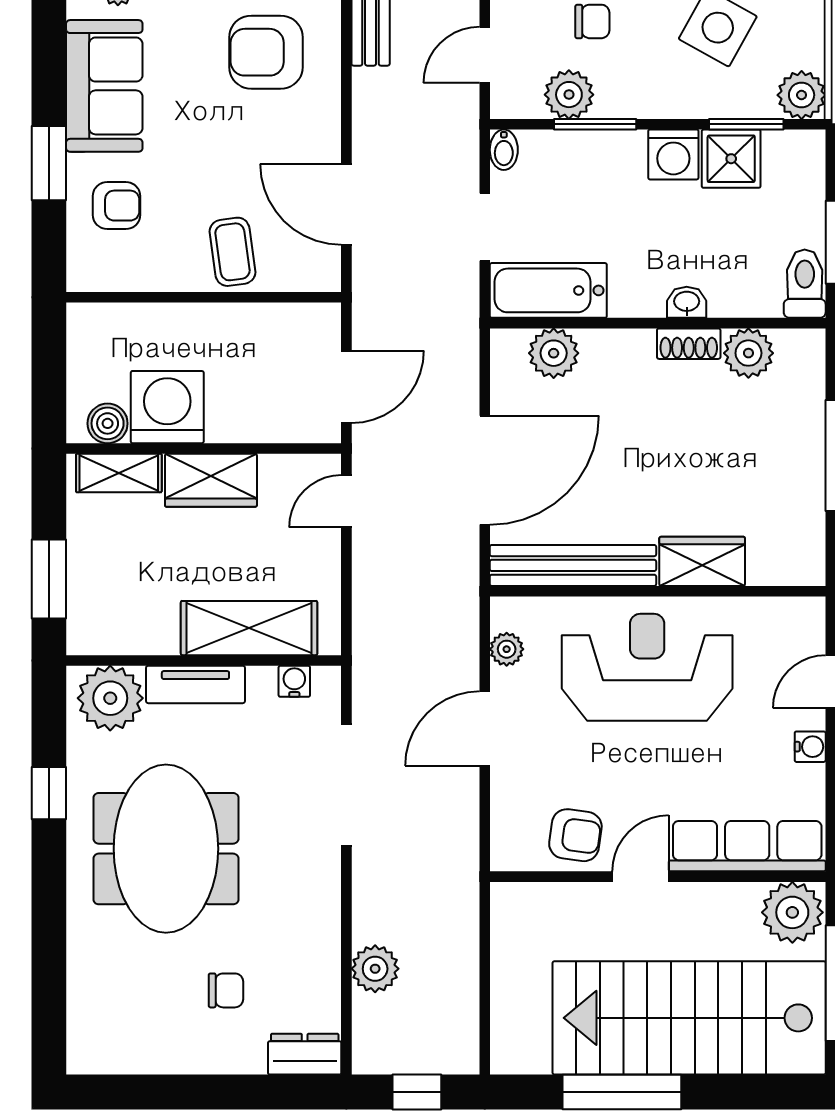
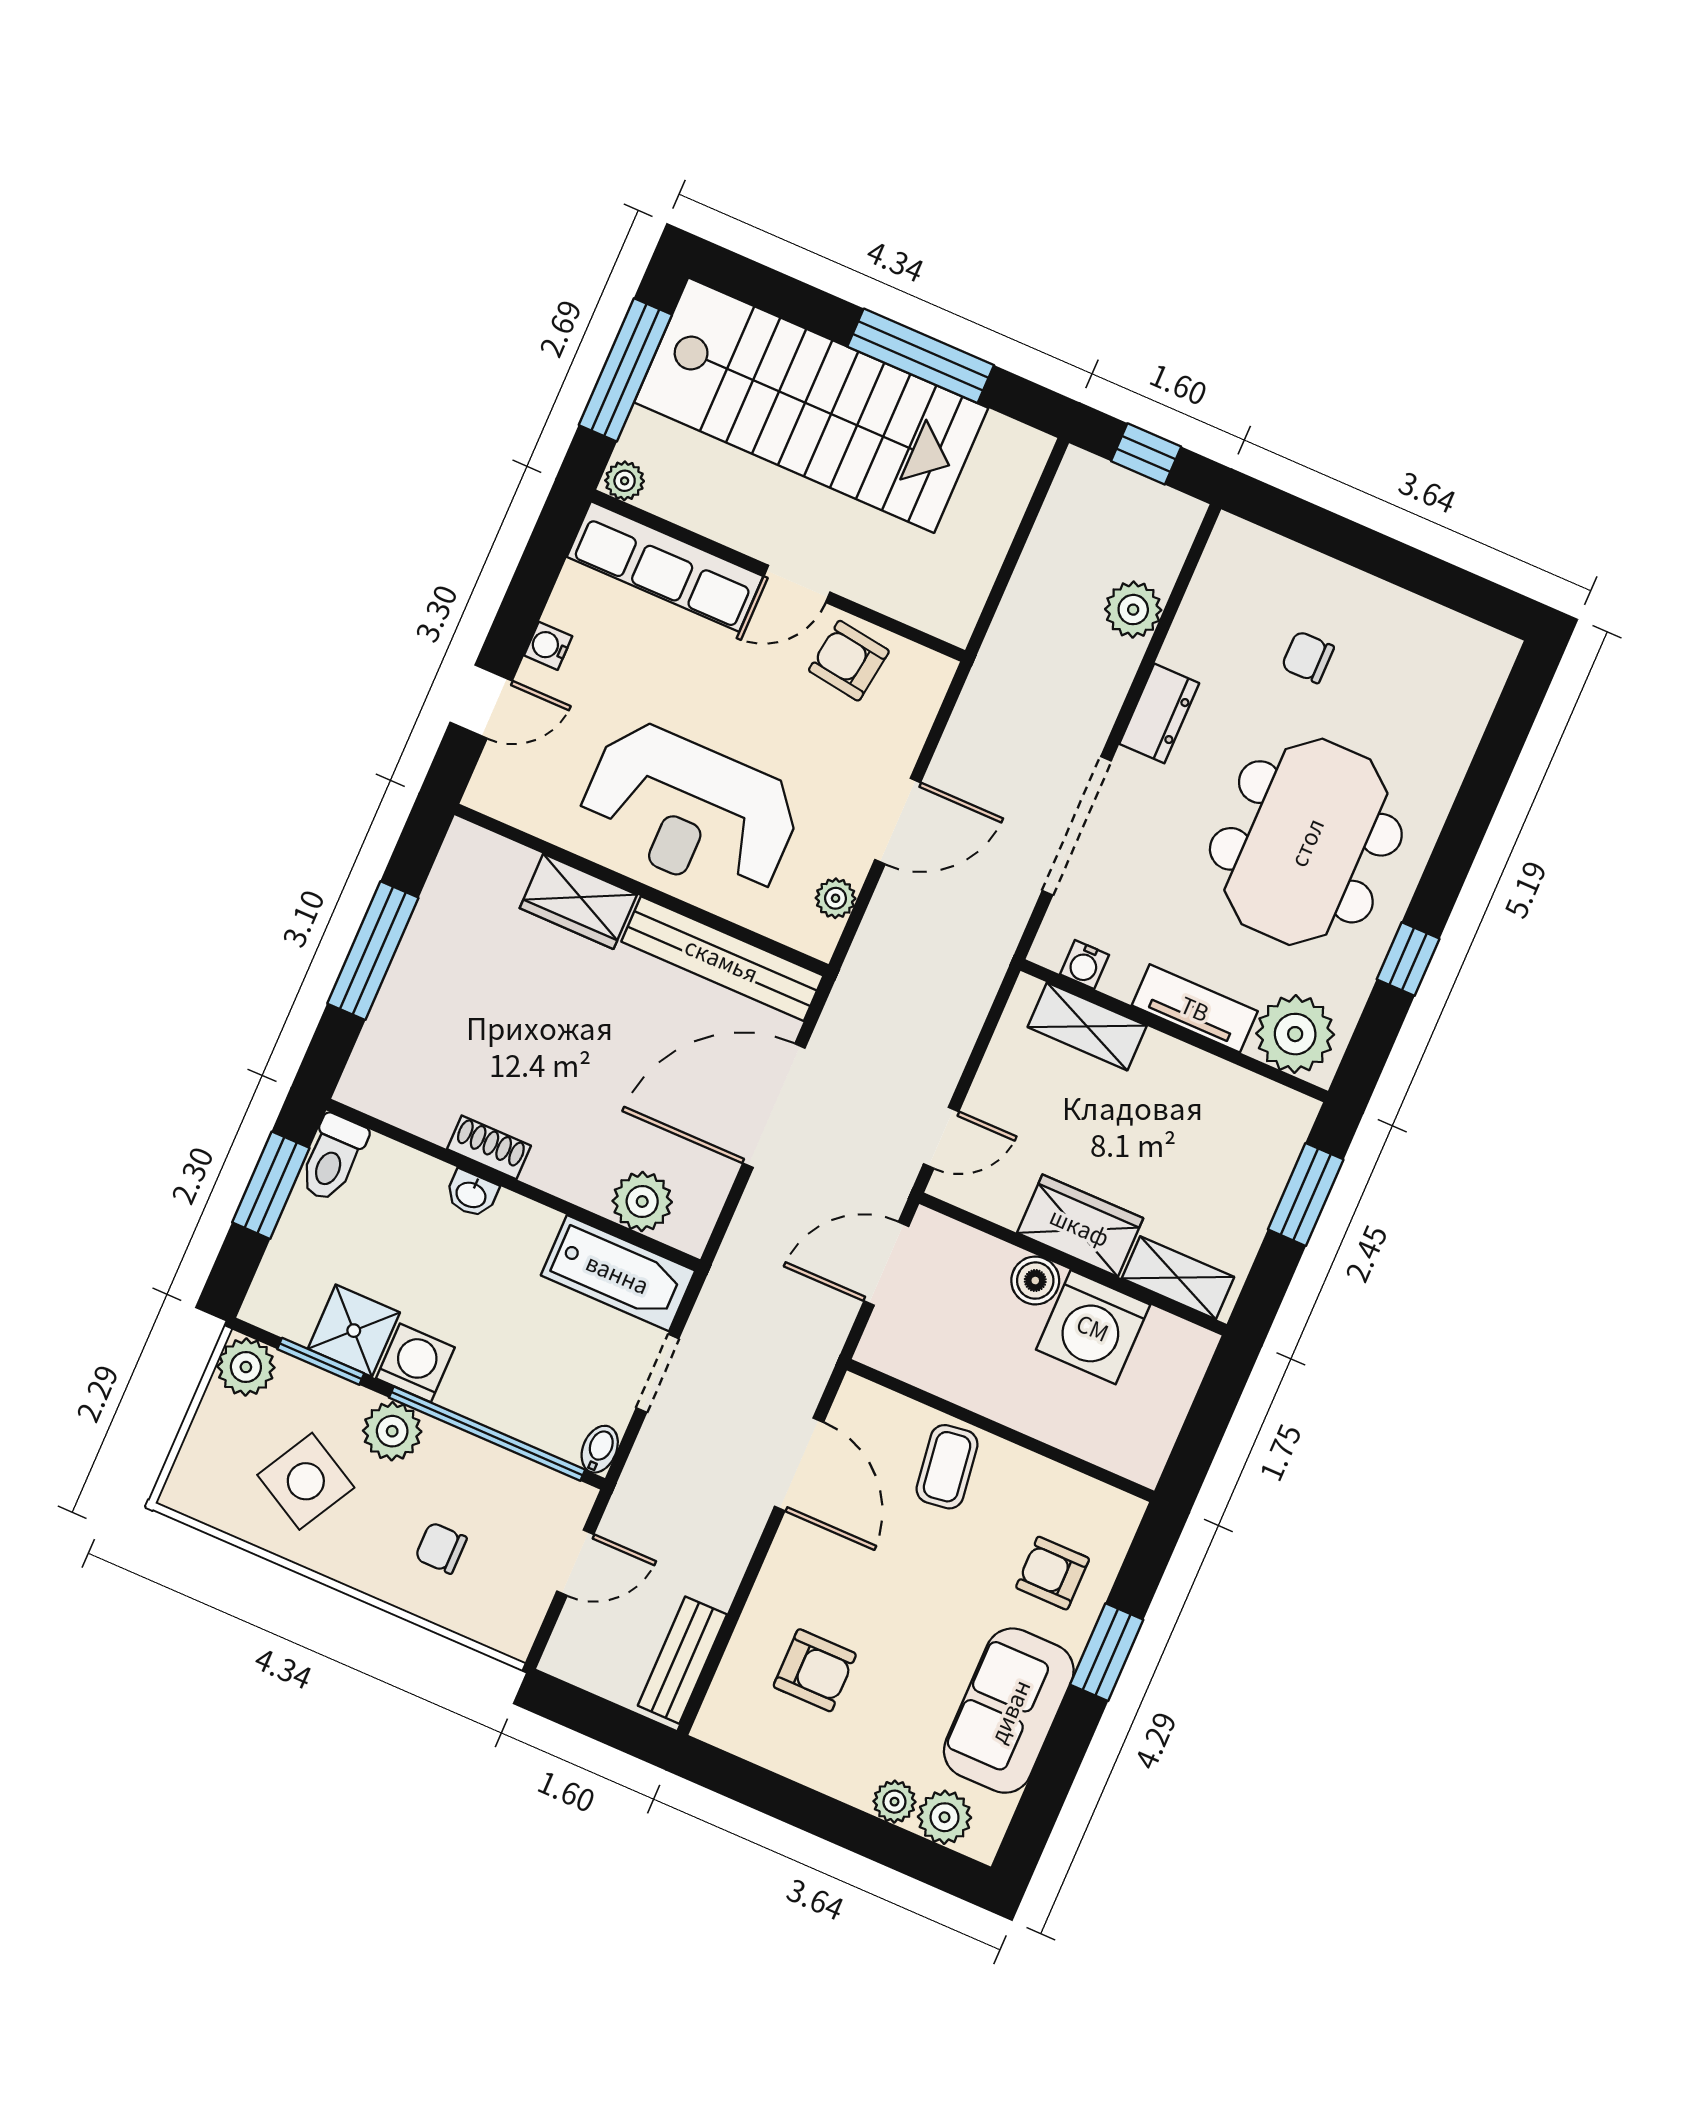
armchair: (266, 52) -> (815, 1670), width x0.72, depth x0.72
plant: (569, 95) -> (392, 1431), moved
window: (595, 124) -> (487, 1434), width x2.11
plant: (748, 353) -> (428, 1108), removed
boiler: (108, 423) -> (1035, 1281), moved
shelving: (249, 628) -> (1087, 1026), width x0.67, depth x0.75
plant: (792, 912) -> (625, 481), width x0.53, depth x0.53
dresser: (305, 1054) -> (1159, 713), moved, turned -90

